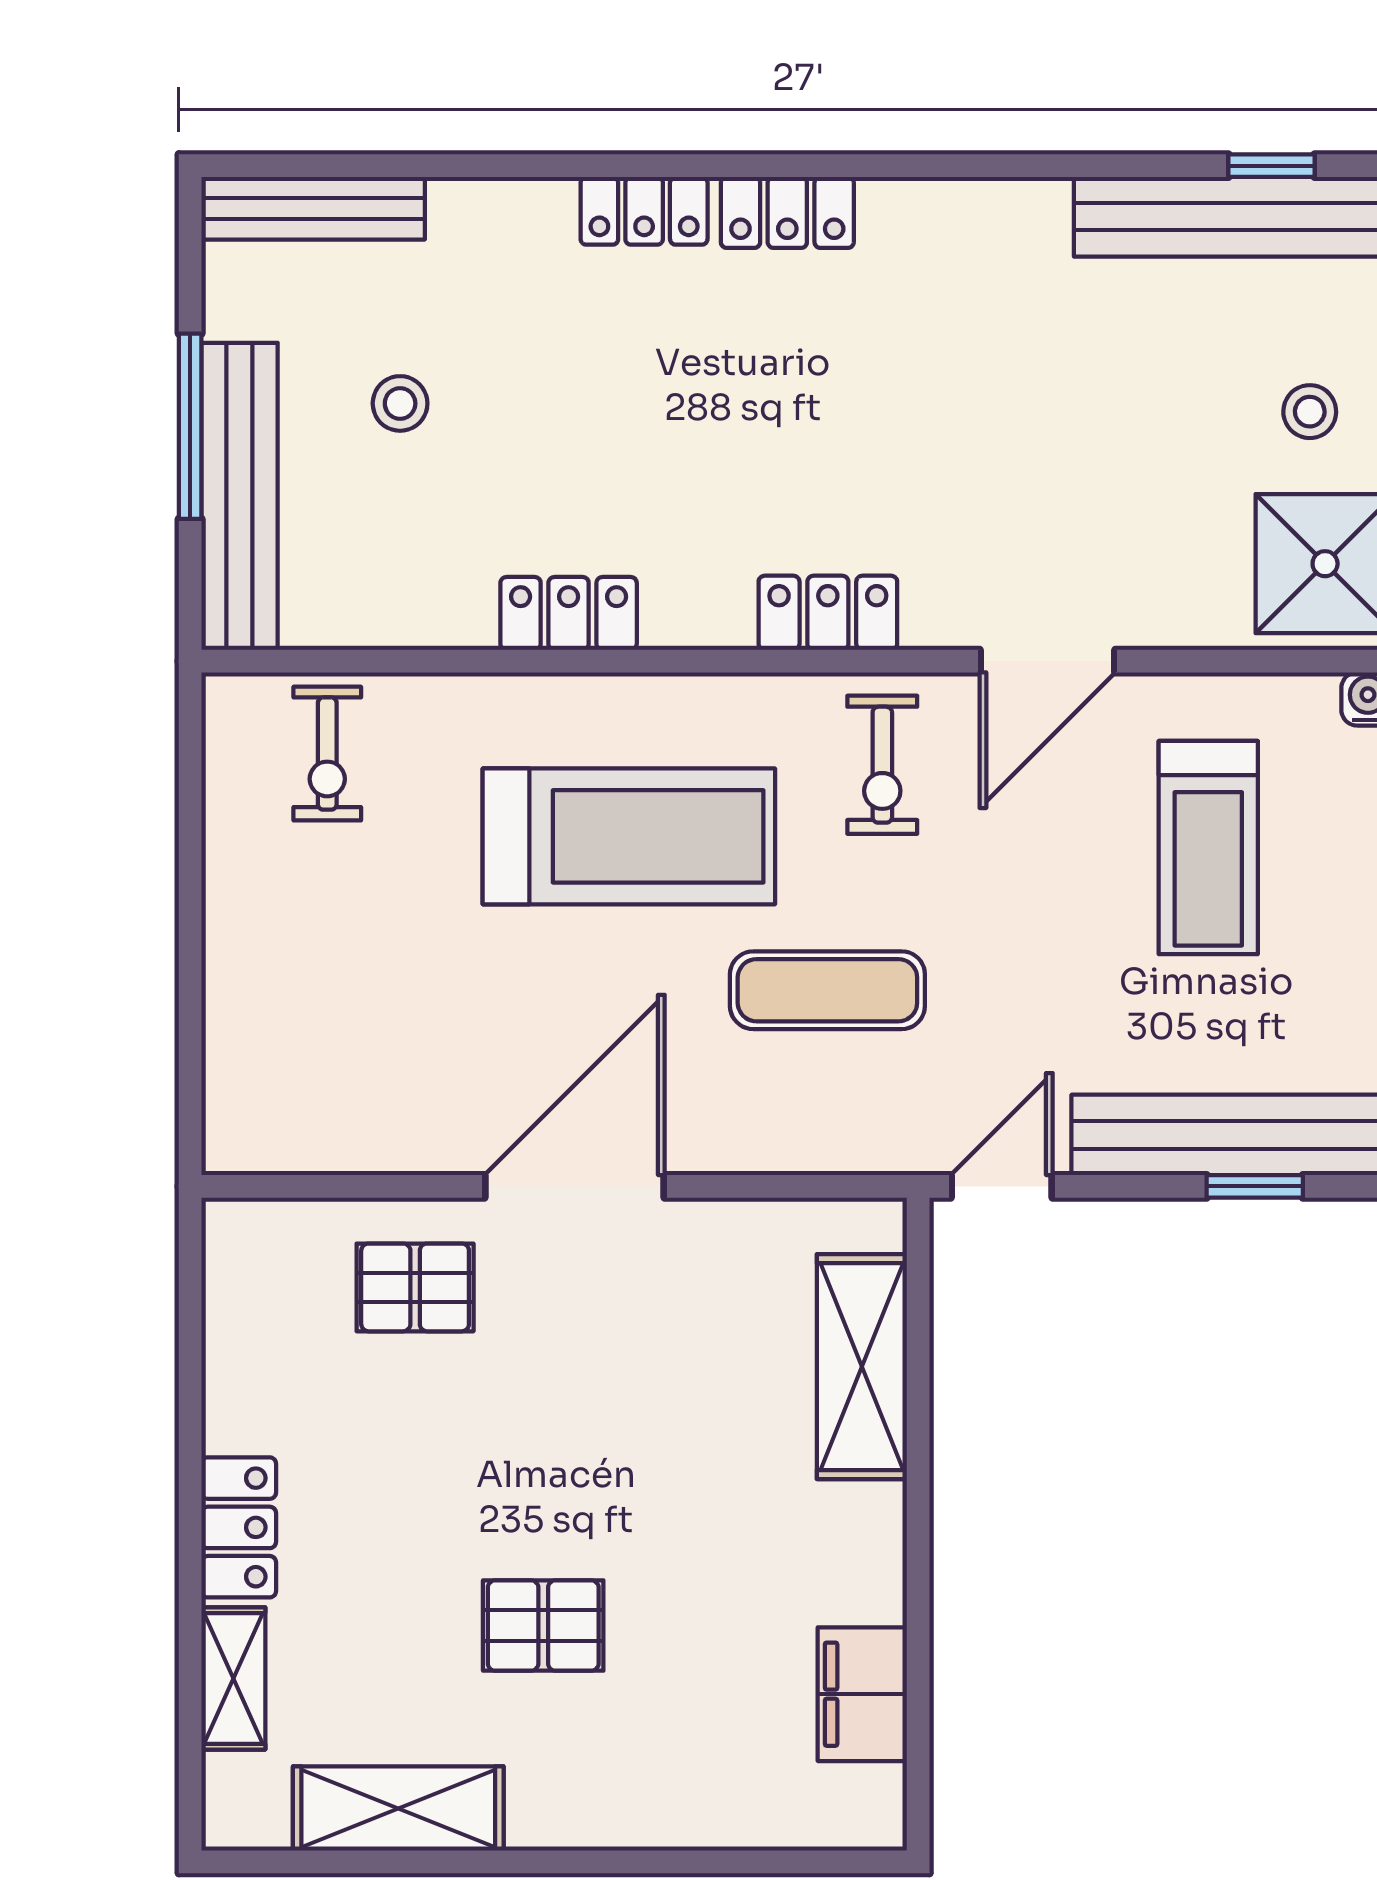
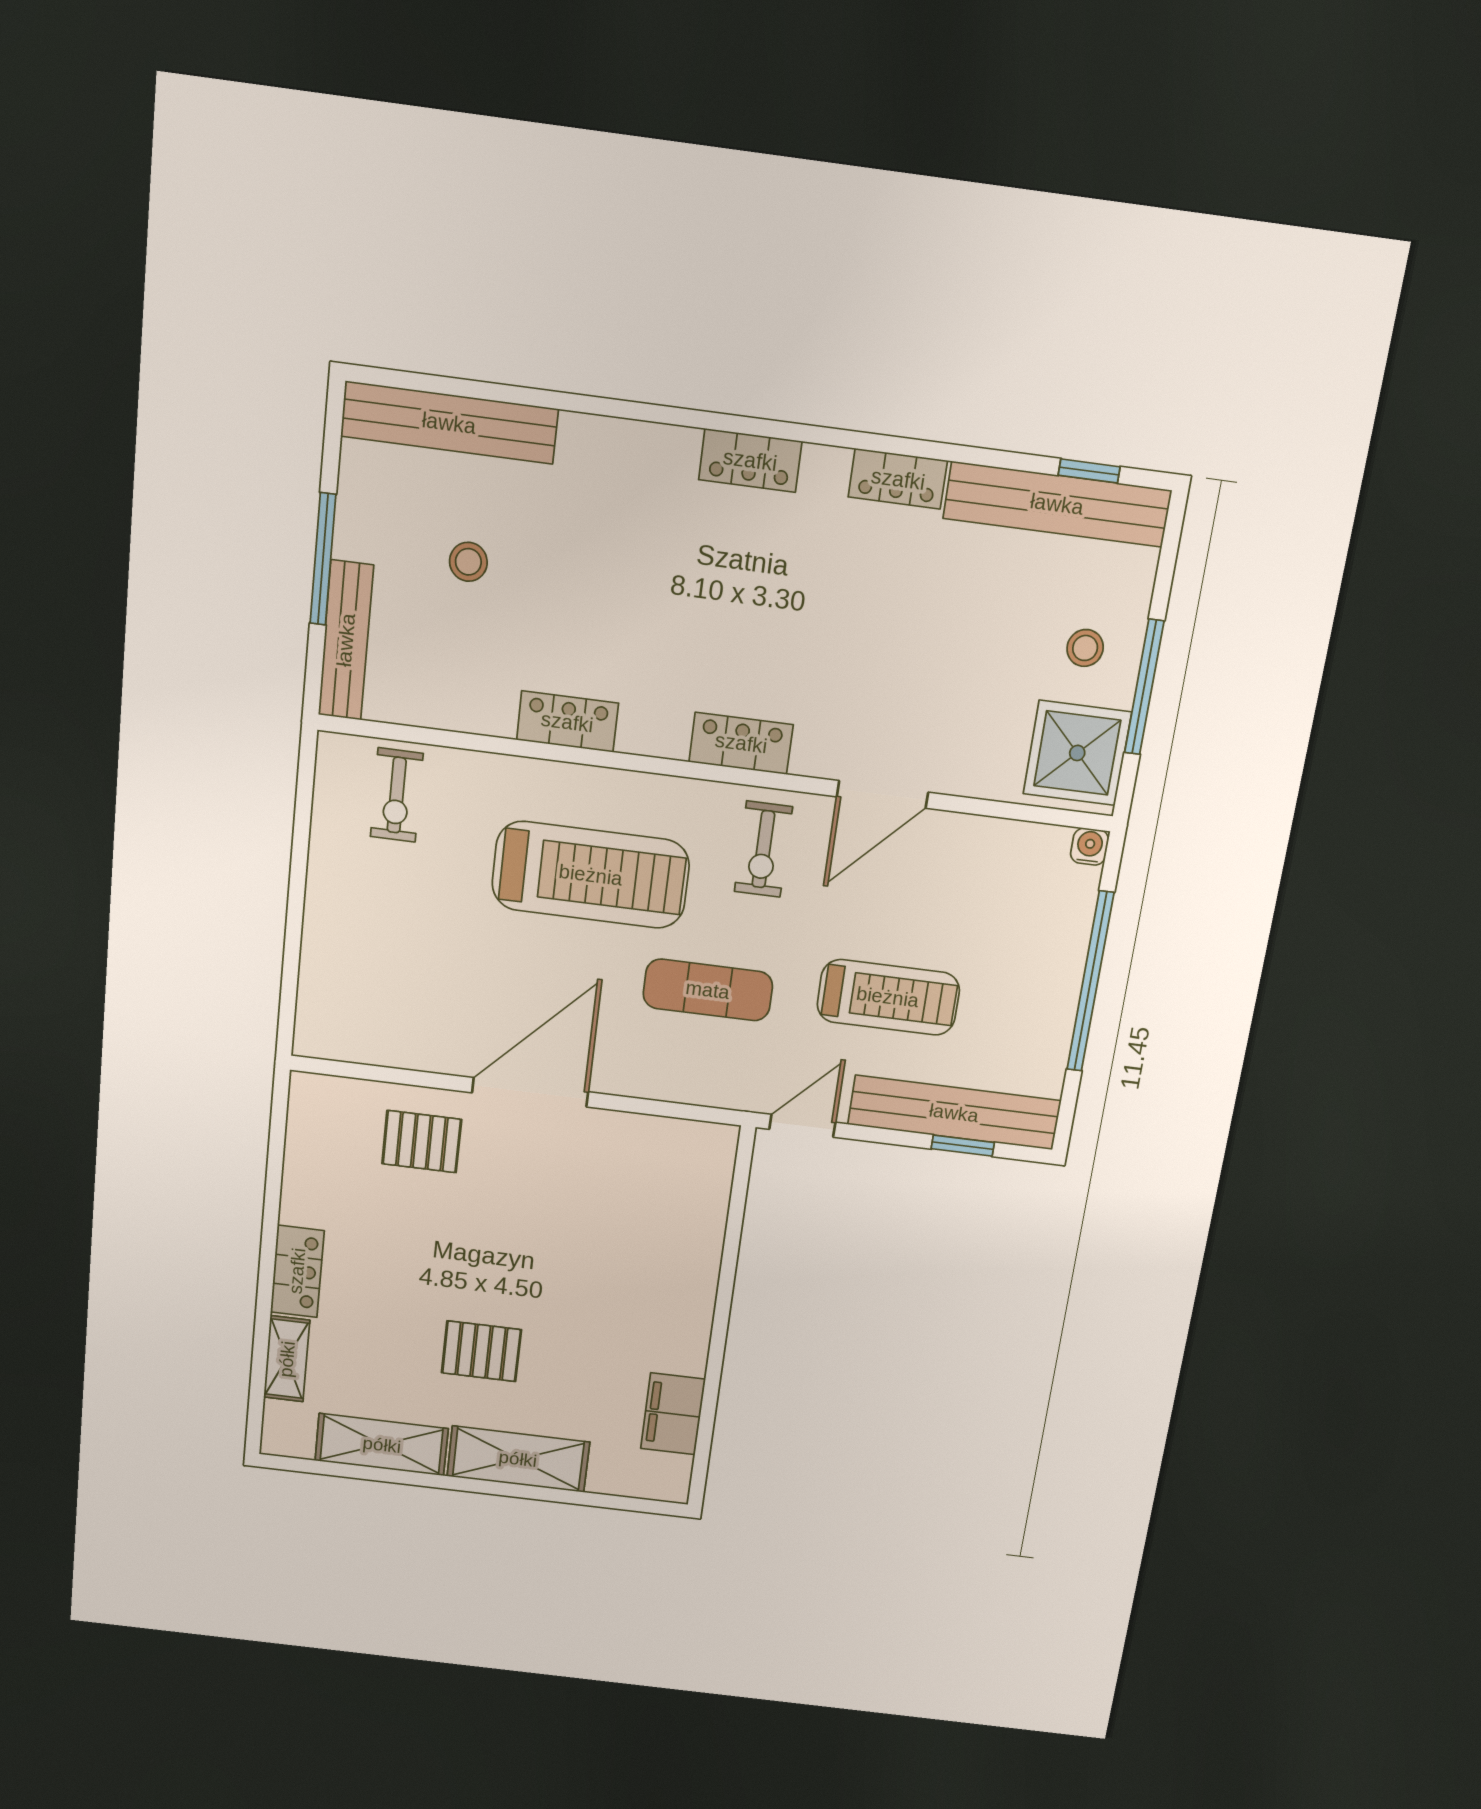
bench: (313, 208) -> (449, 423), width x1.37, depth x1.21
locker: (644, 211) -> (898, 479), moved
bench: (239, 496) -> (346, 640), width x0.73, depth x0.82
treadmill: (1208, 848) -> (888, 997), moved, turned -90
shelving: (862, 1367) -> (518, 1459), moved, turned 90

